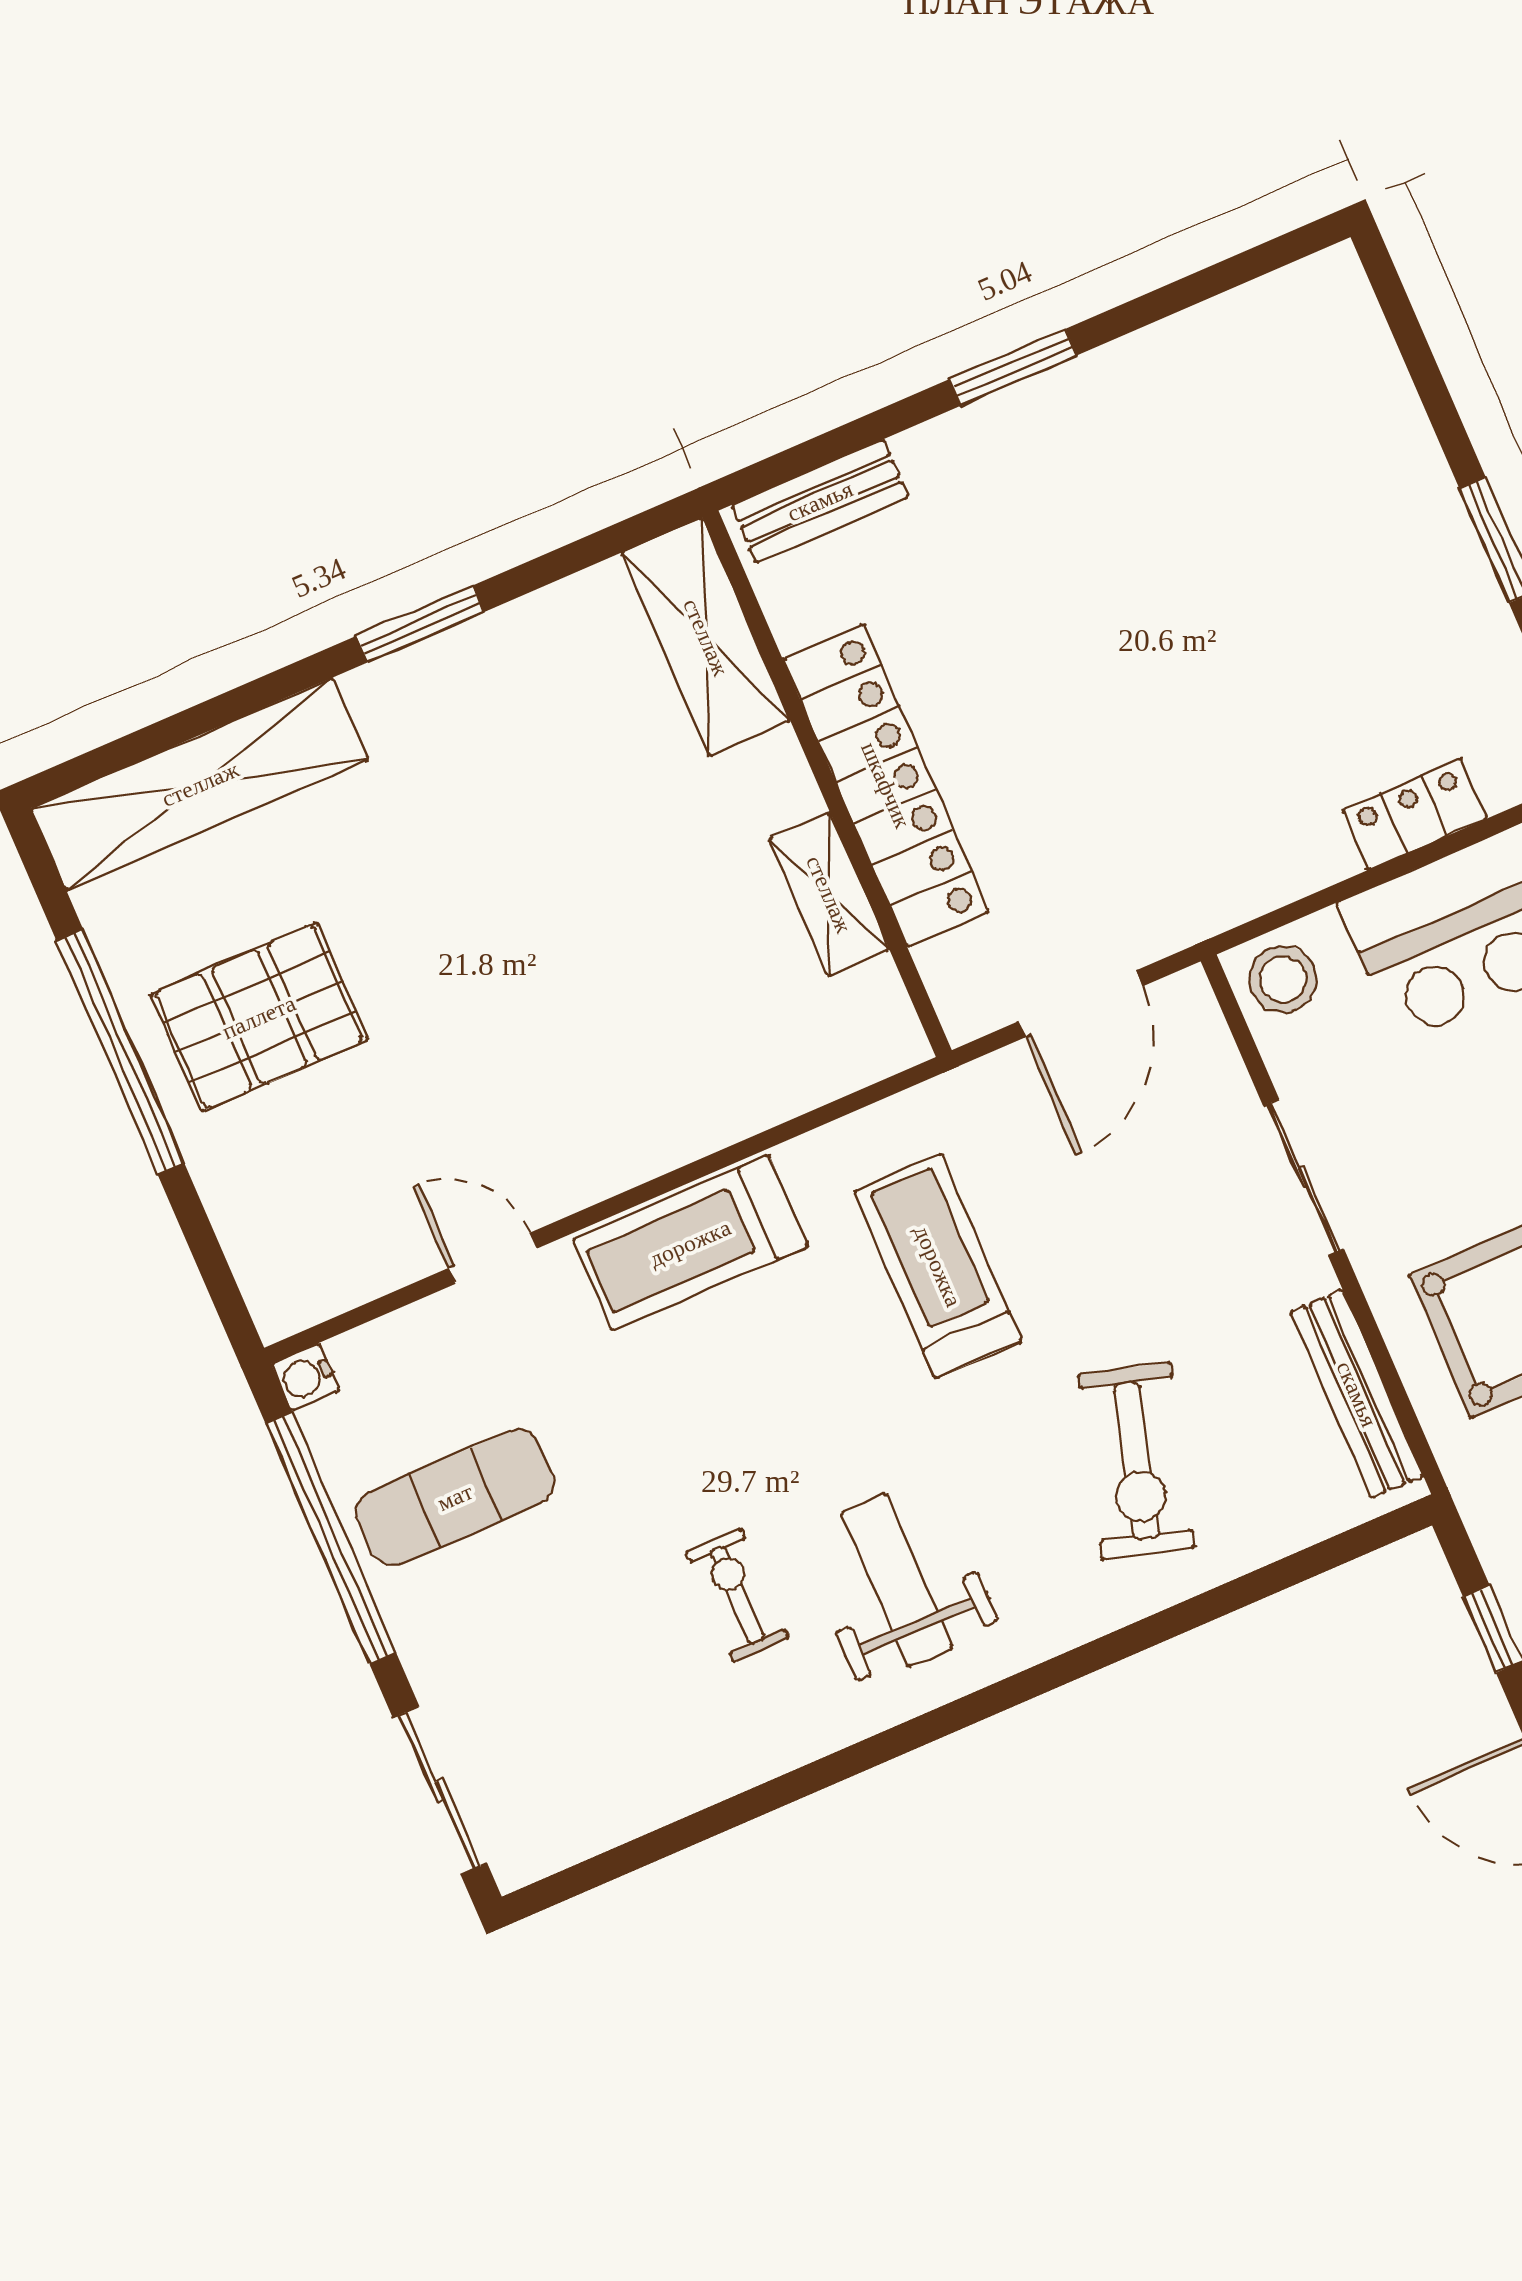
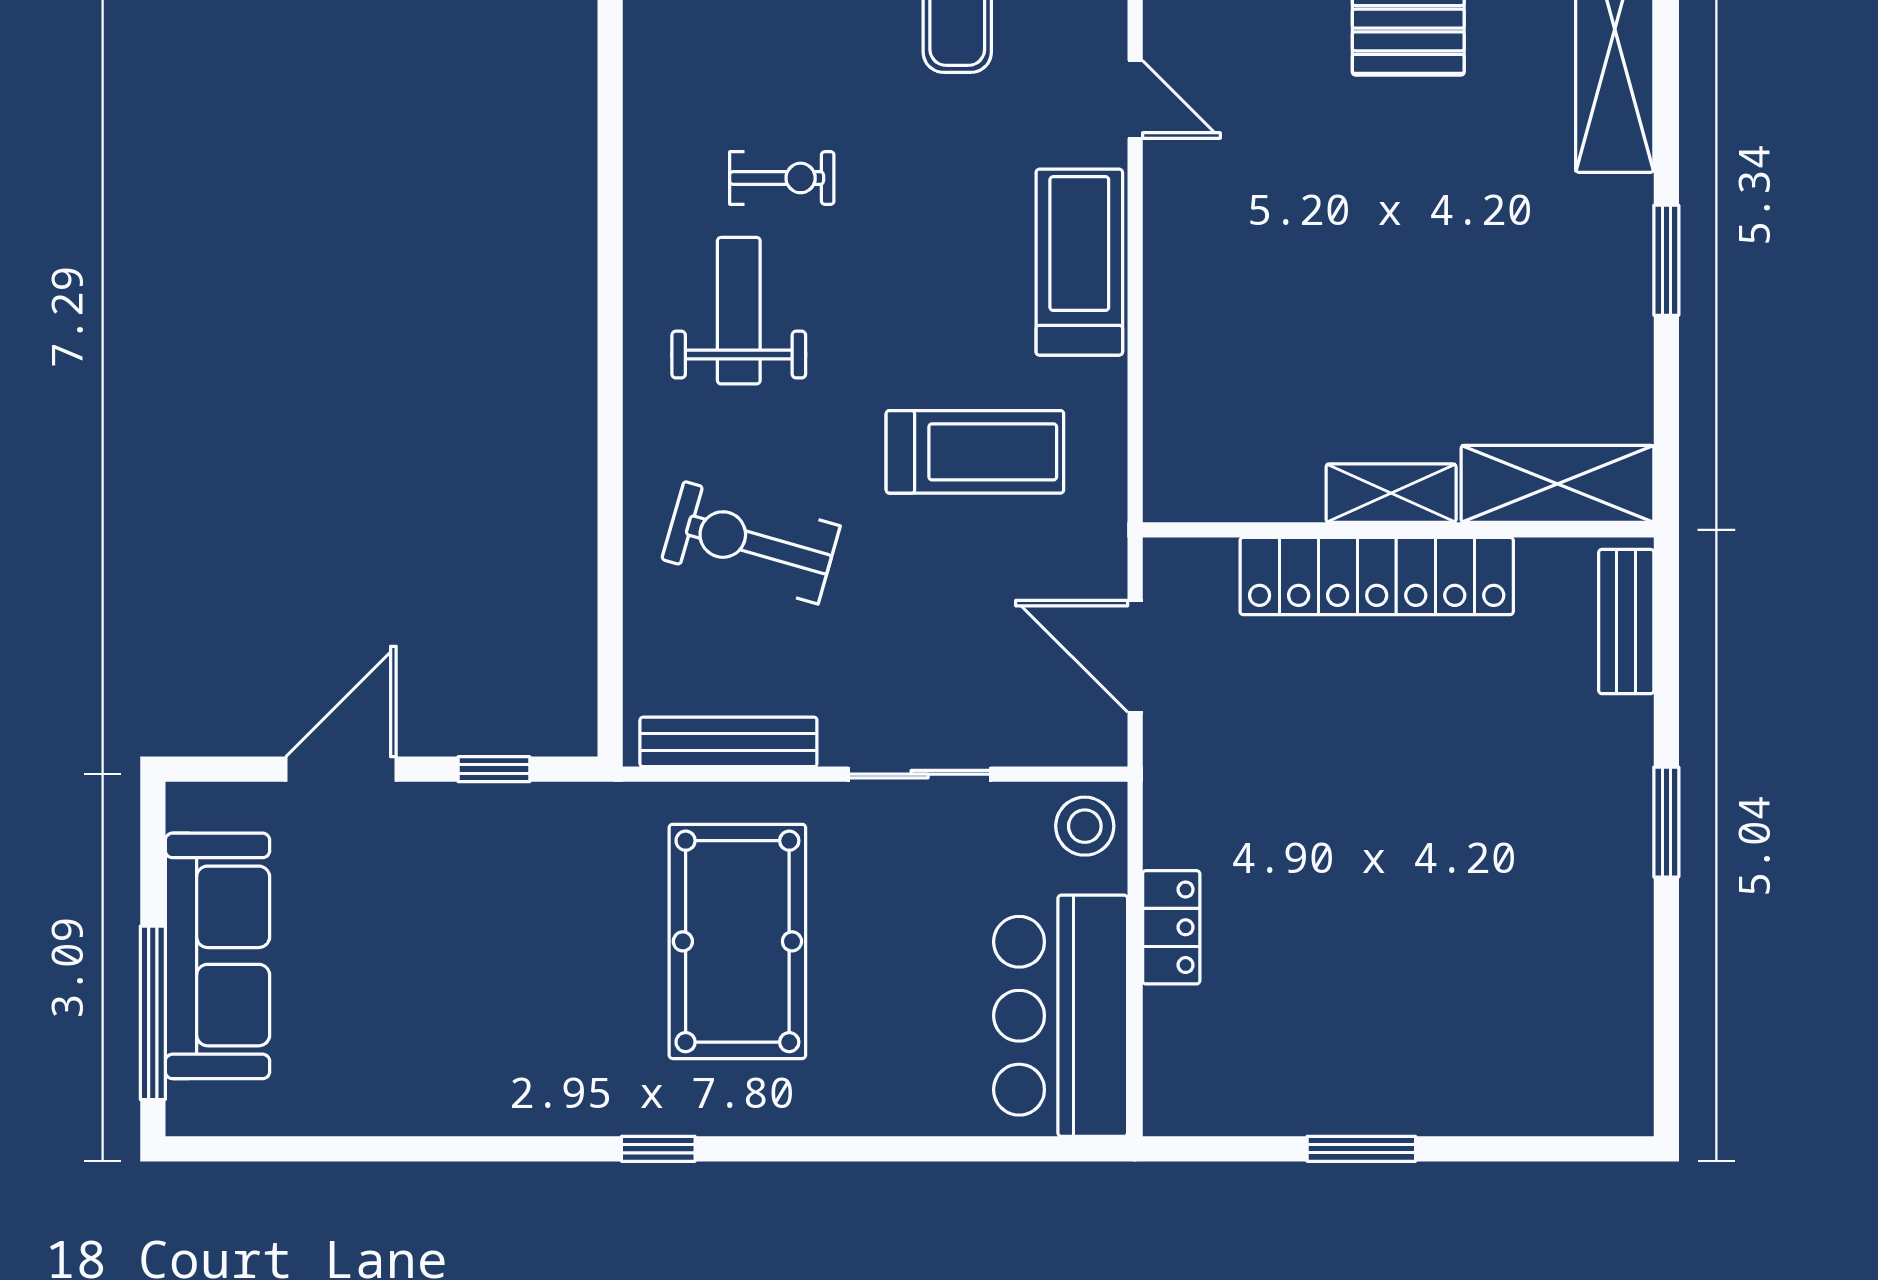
locker: (1414, 814) -> (1171, 927), moved
shelving: (829, 894) -> (1391, 493), moved
door: (493, 1258) -> (1135, 99), hinge flipped
weight bench: (897, 1580) -> (739, 311), turned -90

